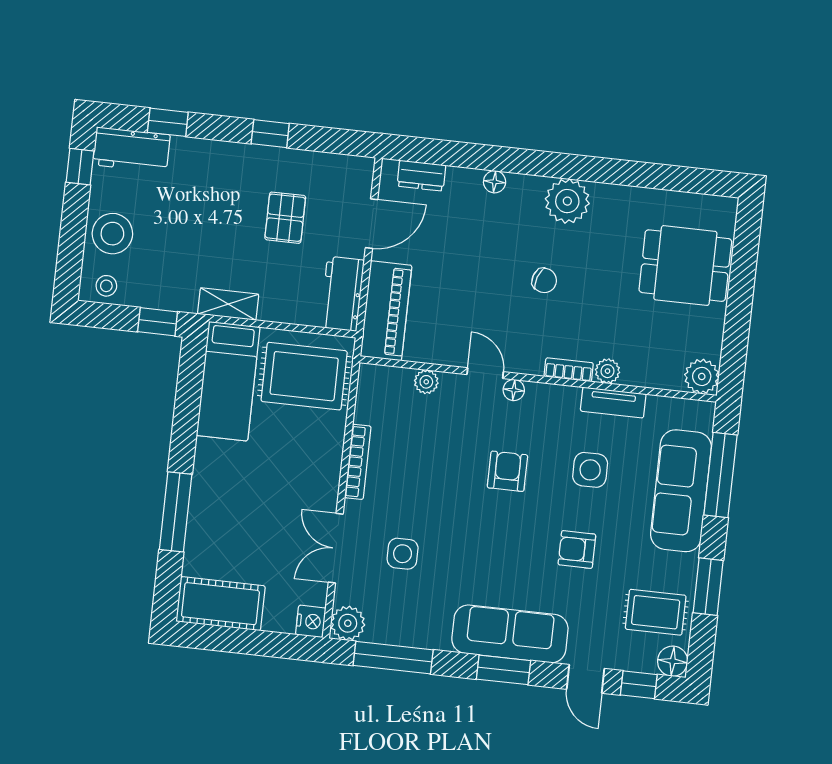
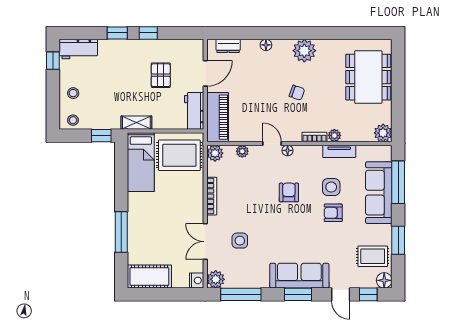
window: (168, 122) -> (117, 33), moved
stool: (112, 234) -> (73, 93), width x0.53, depth x0.53
dining table: (685, 266) -> (368, 77), width x1.38
plant: (373, 380) -> (215, 153), added
armchair: (577, 550) -> (333, 213), moved

